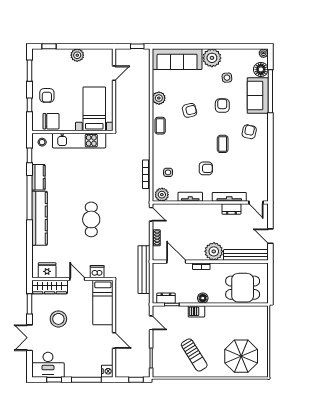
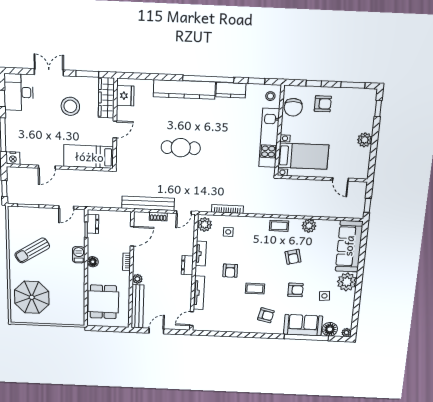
armchair: (47, 95) -> (323, 104), turned 180
dresser: (231, 209) -> (187, 265), moved
plant: (214, 251) -> (137, 279), width x0.53, depth x0.53
bench: (144, 270) -> (148, 203), moved
dishwasher: (97, 272) -> (123, 152), removed

